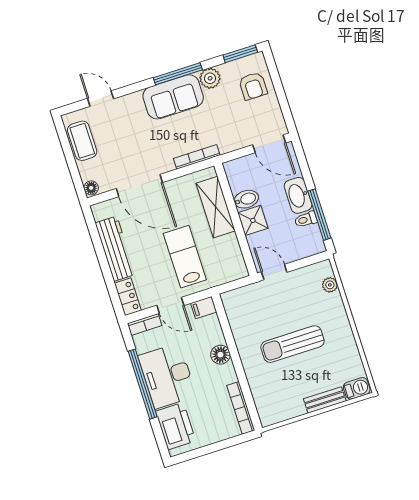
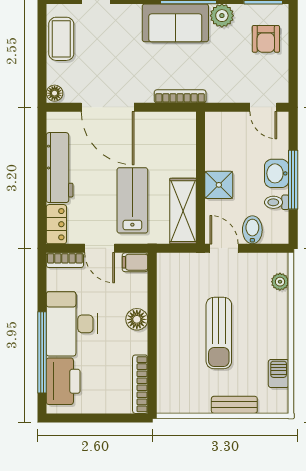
door: (269, 144) -> (263, 107), width x0.73
washbasin: (298, 195) -> (277, 173), width x0.72
bidet: (246, 199) -> (252, 230), moved, turned -90
shelving: (216, 207) -> (183, 211), moved
window: (319, 215) -> (293, 180), moved
sun lounger: (293, 344) -> (219, 333), turned -90
window: (143, 384) -> (42, 352), moved
barbecue: (357, 388) -> (279, 374), moved, turned -90

